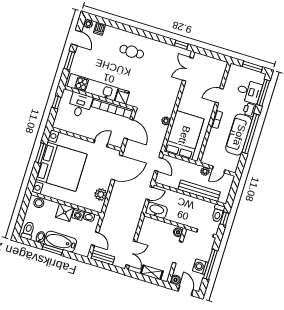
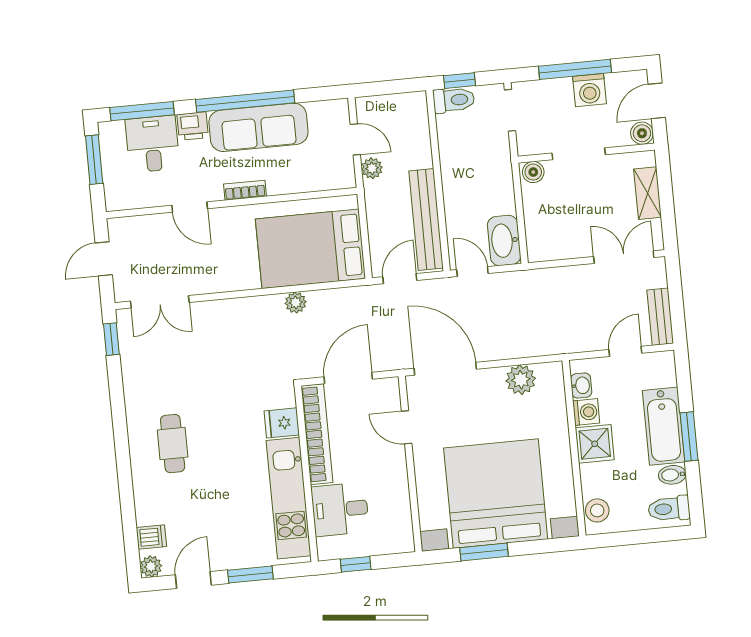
door: (213, 55) -> (104, 259), added
bench: (199, 191) -> (426, 219), moved

